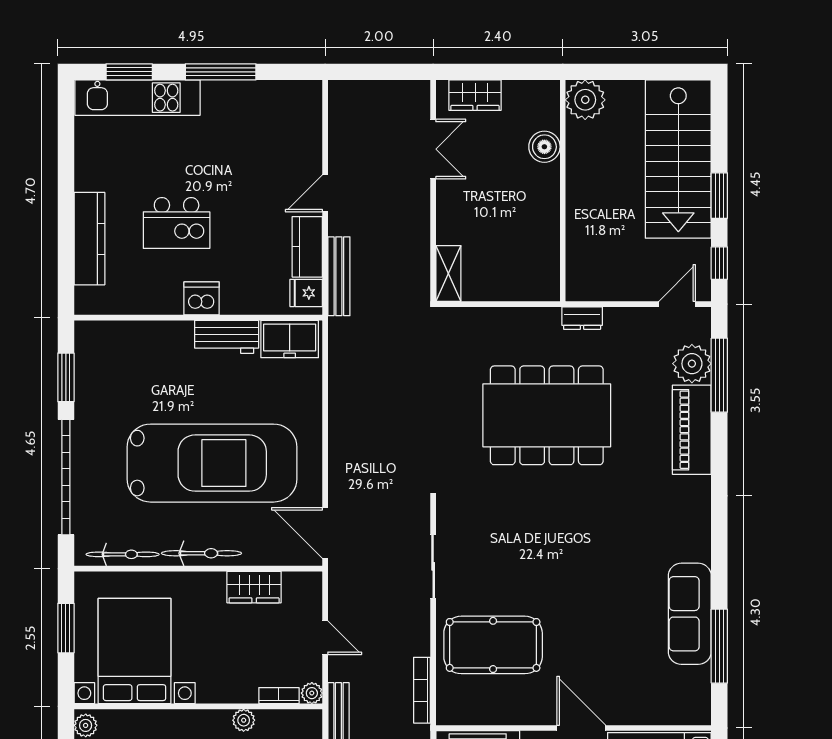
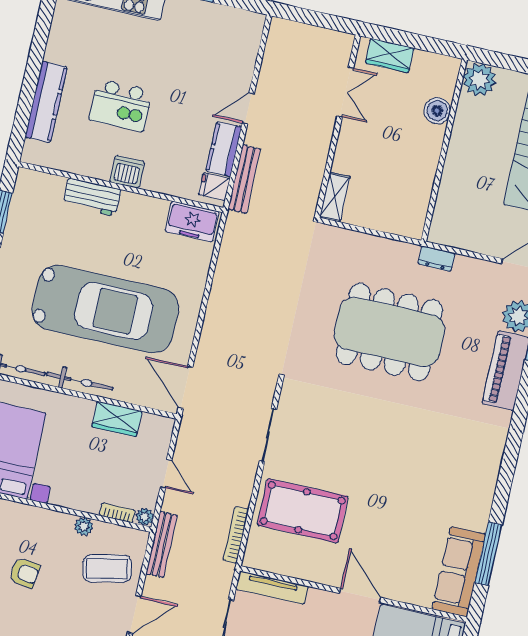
workbench: (227, 337) -> (92, 197), moved
sofa: (690, 614) -> (459, 572), moved

